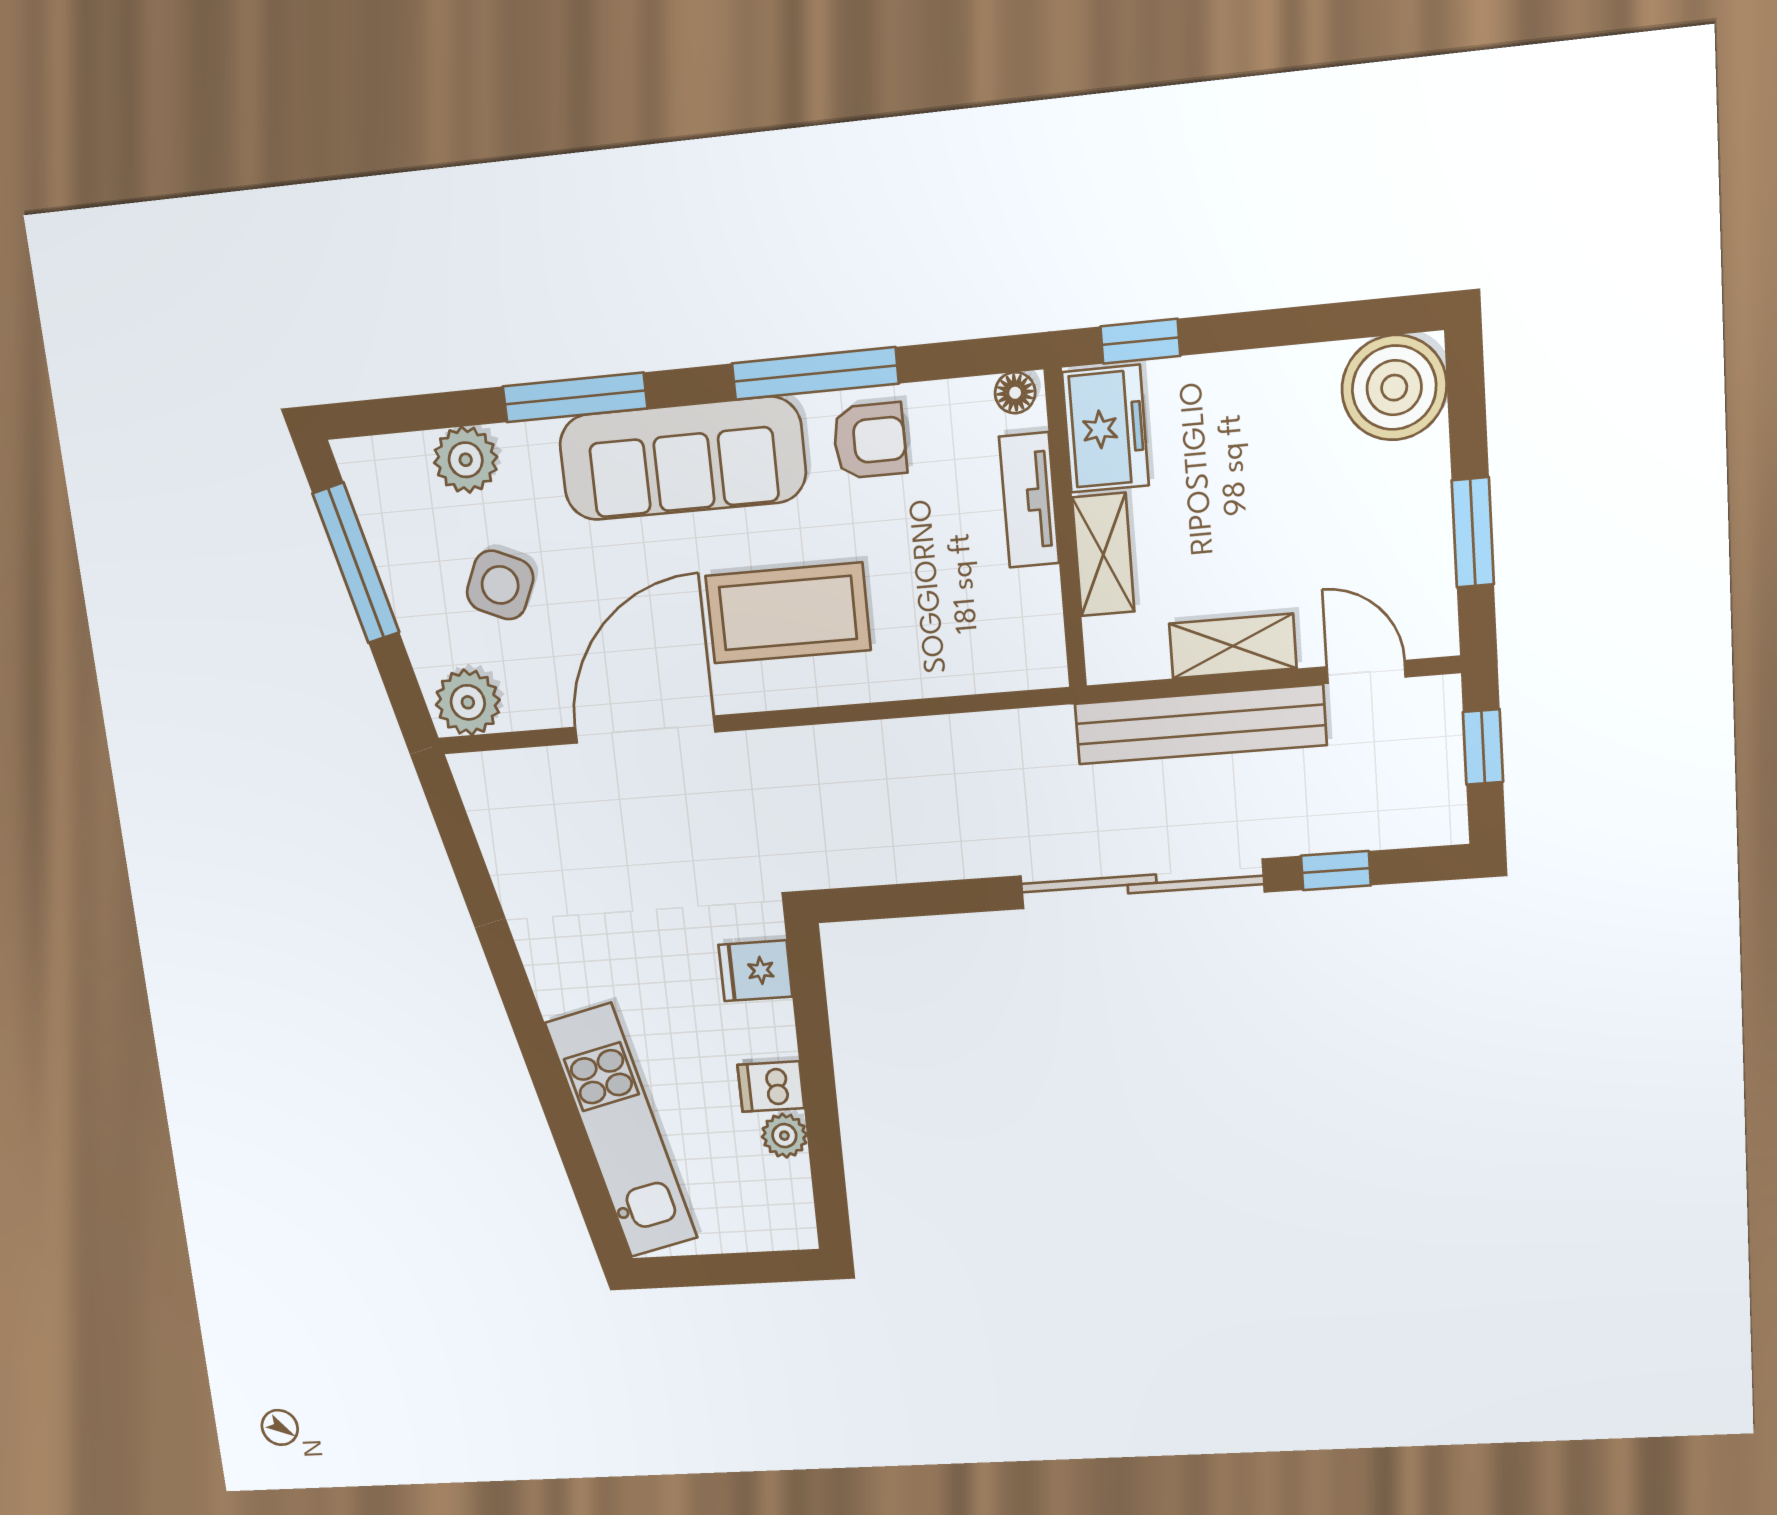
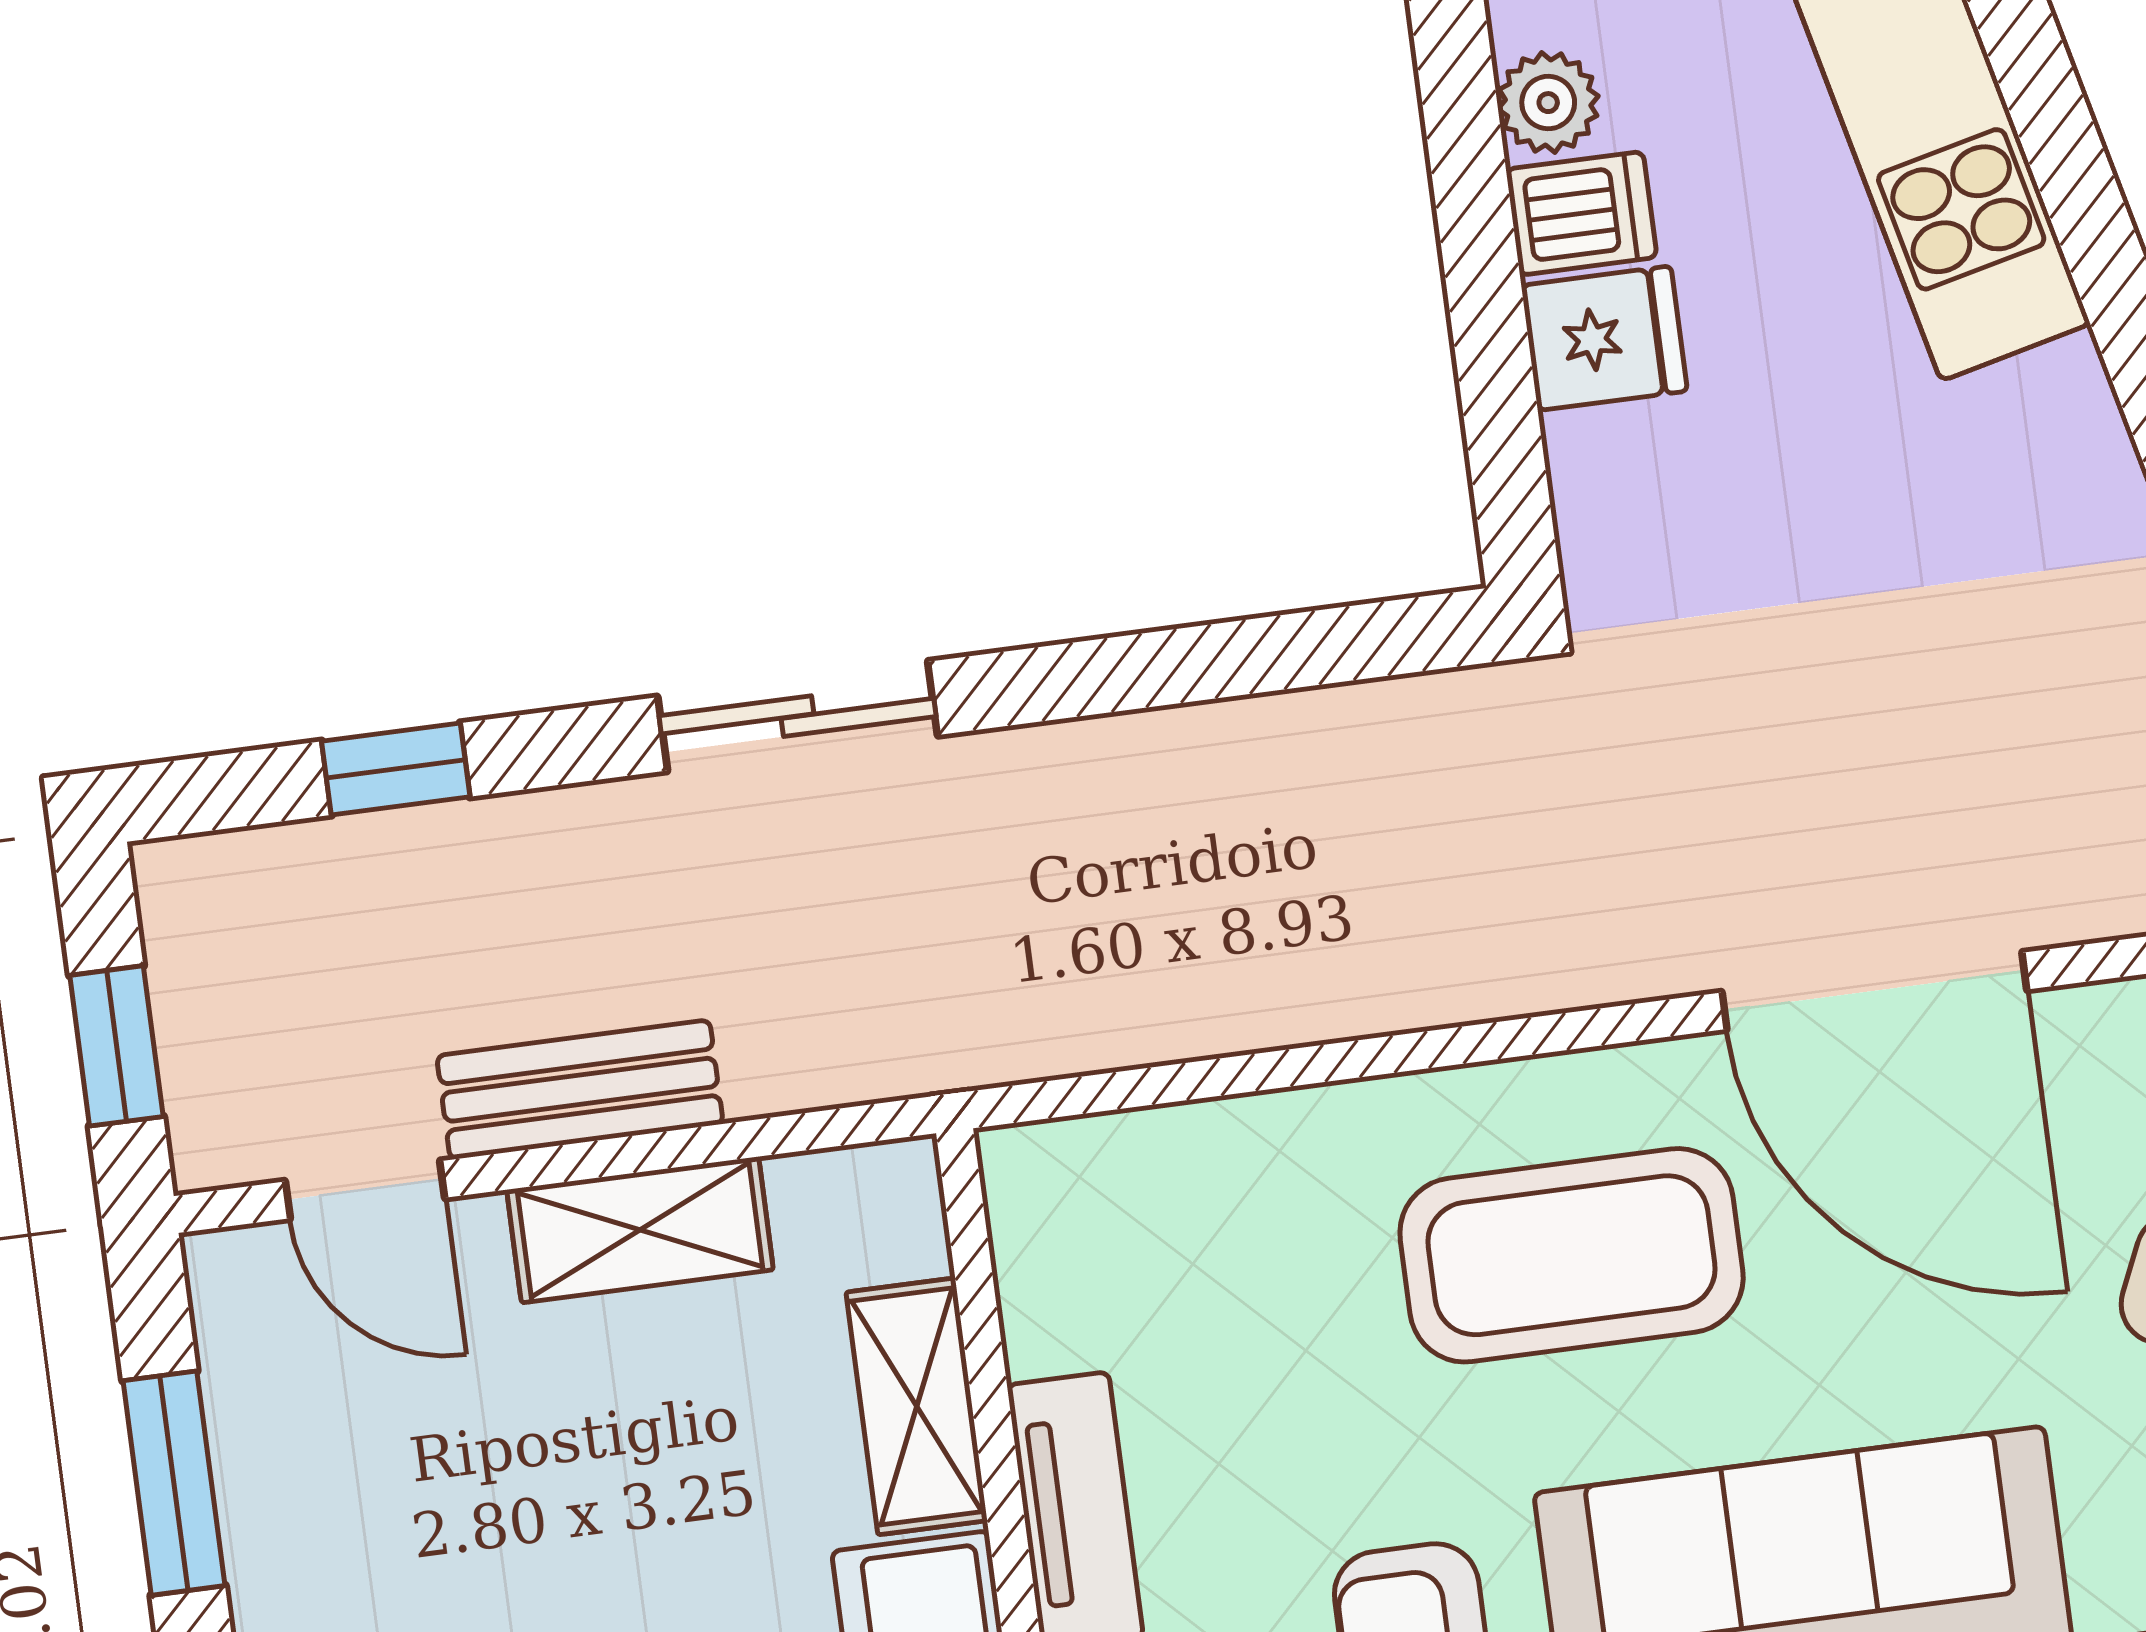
bench: (1200, 724) -> (580, 1090), width x0.54, depth x0.82
door: (645, 730) -> (1874, 991), hinge flipped
sliding door: (1142, 884) -> (798, 716), width x0.54
fridge: (755, 971) -> (1604, 338), moved

